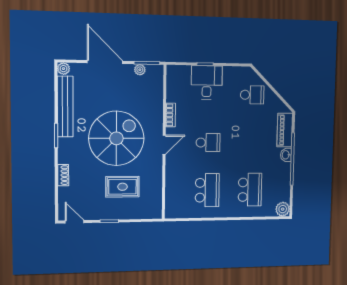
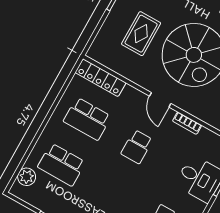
locker: (172, 198) -> (101, 78), added
plant: (283, 209) -> (27, 177), moved

